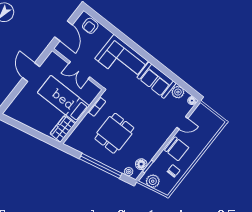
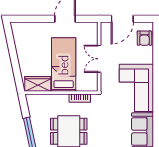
armchair: (90, 26) -> (144, 38), turned -90

